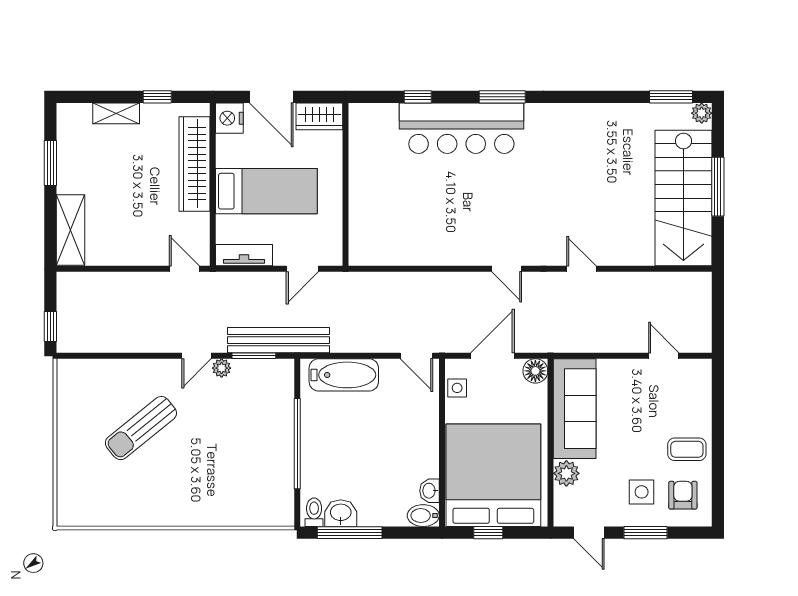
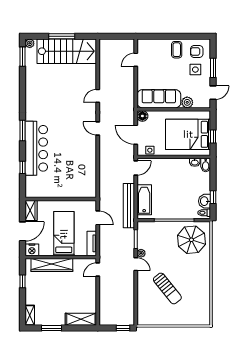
shelving: (116, 113) -> (30, 315), moved
door: (507, 269) -> (98, 129), swing flipped
bench: (278, 340) -> (129, 206), moved
bed: (493, 475) -> (188, 134), width x0.73
parasol: (252, 483) -> (191, 240), added
window: (350, 533) -> (213, 197), width x0.46

